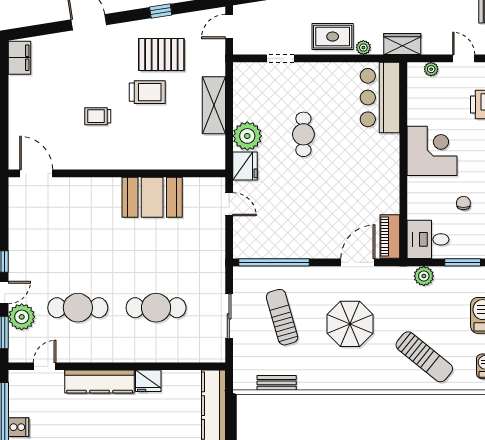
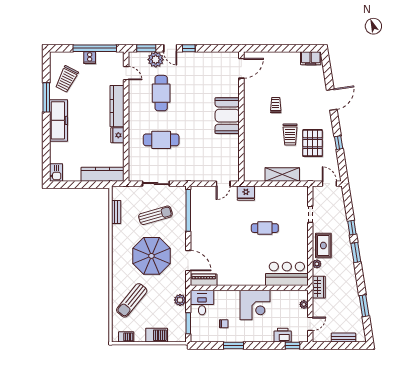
plant: (247, 136) -> (264, 194), removed
booth: (152, 197) -> (227, 116), moved
cafe table: (156, 308) -> (161, 140), turned 90
parasol: (350, 324) -> (151, 256), width x1.36, depth x1.36

